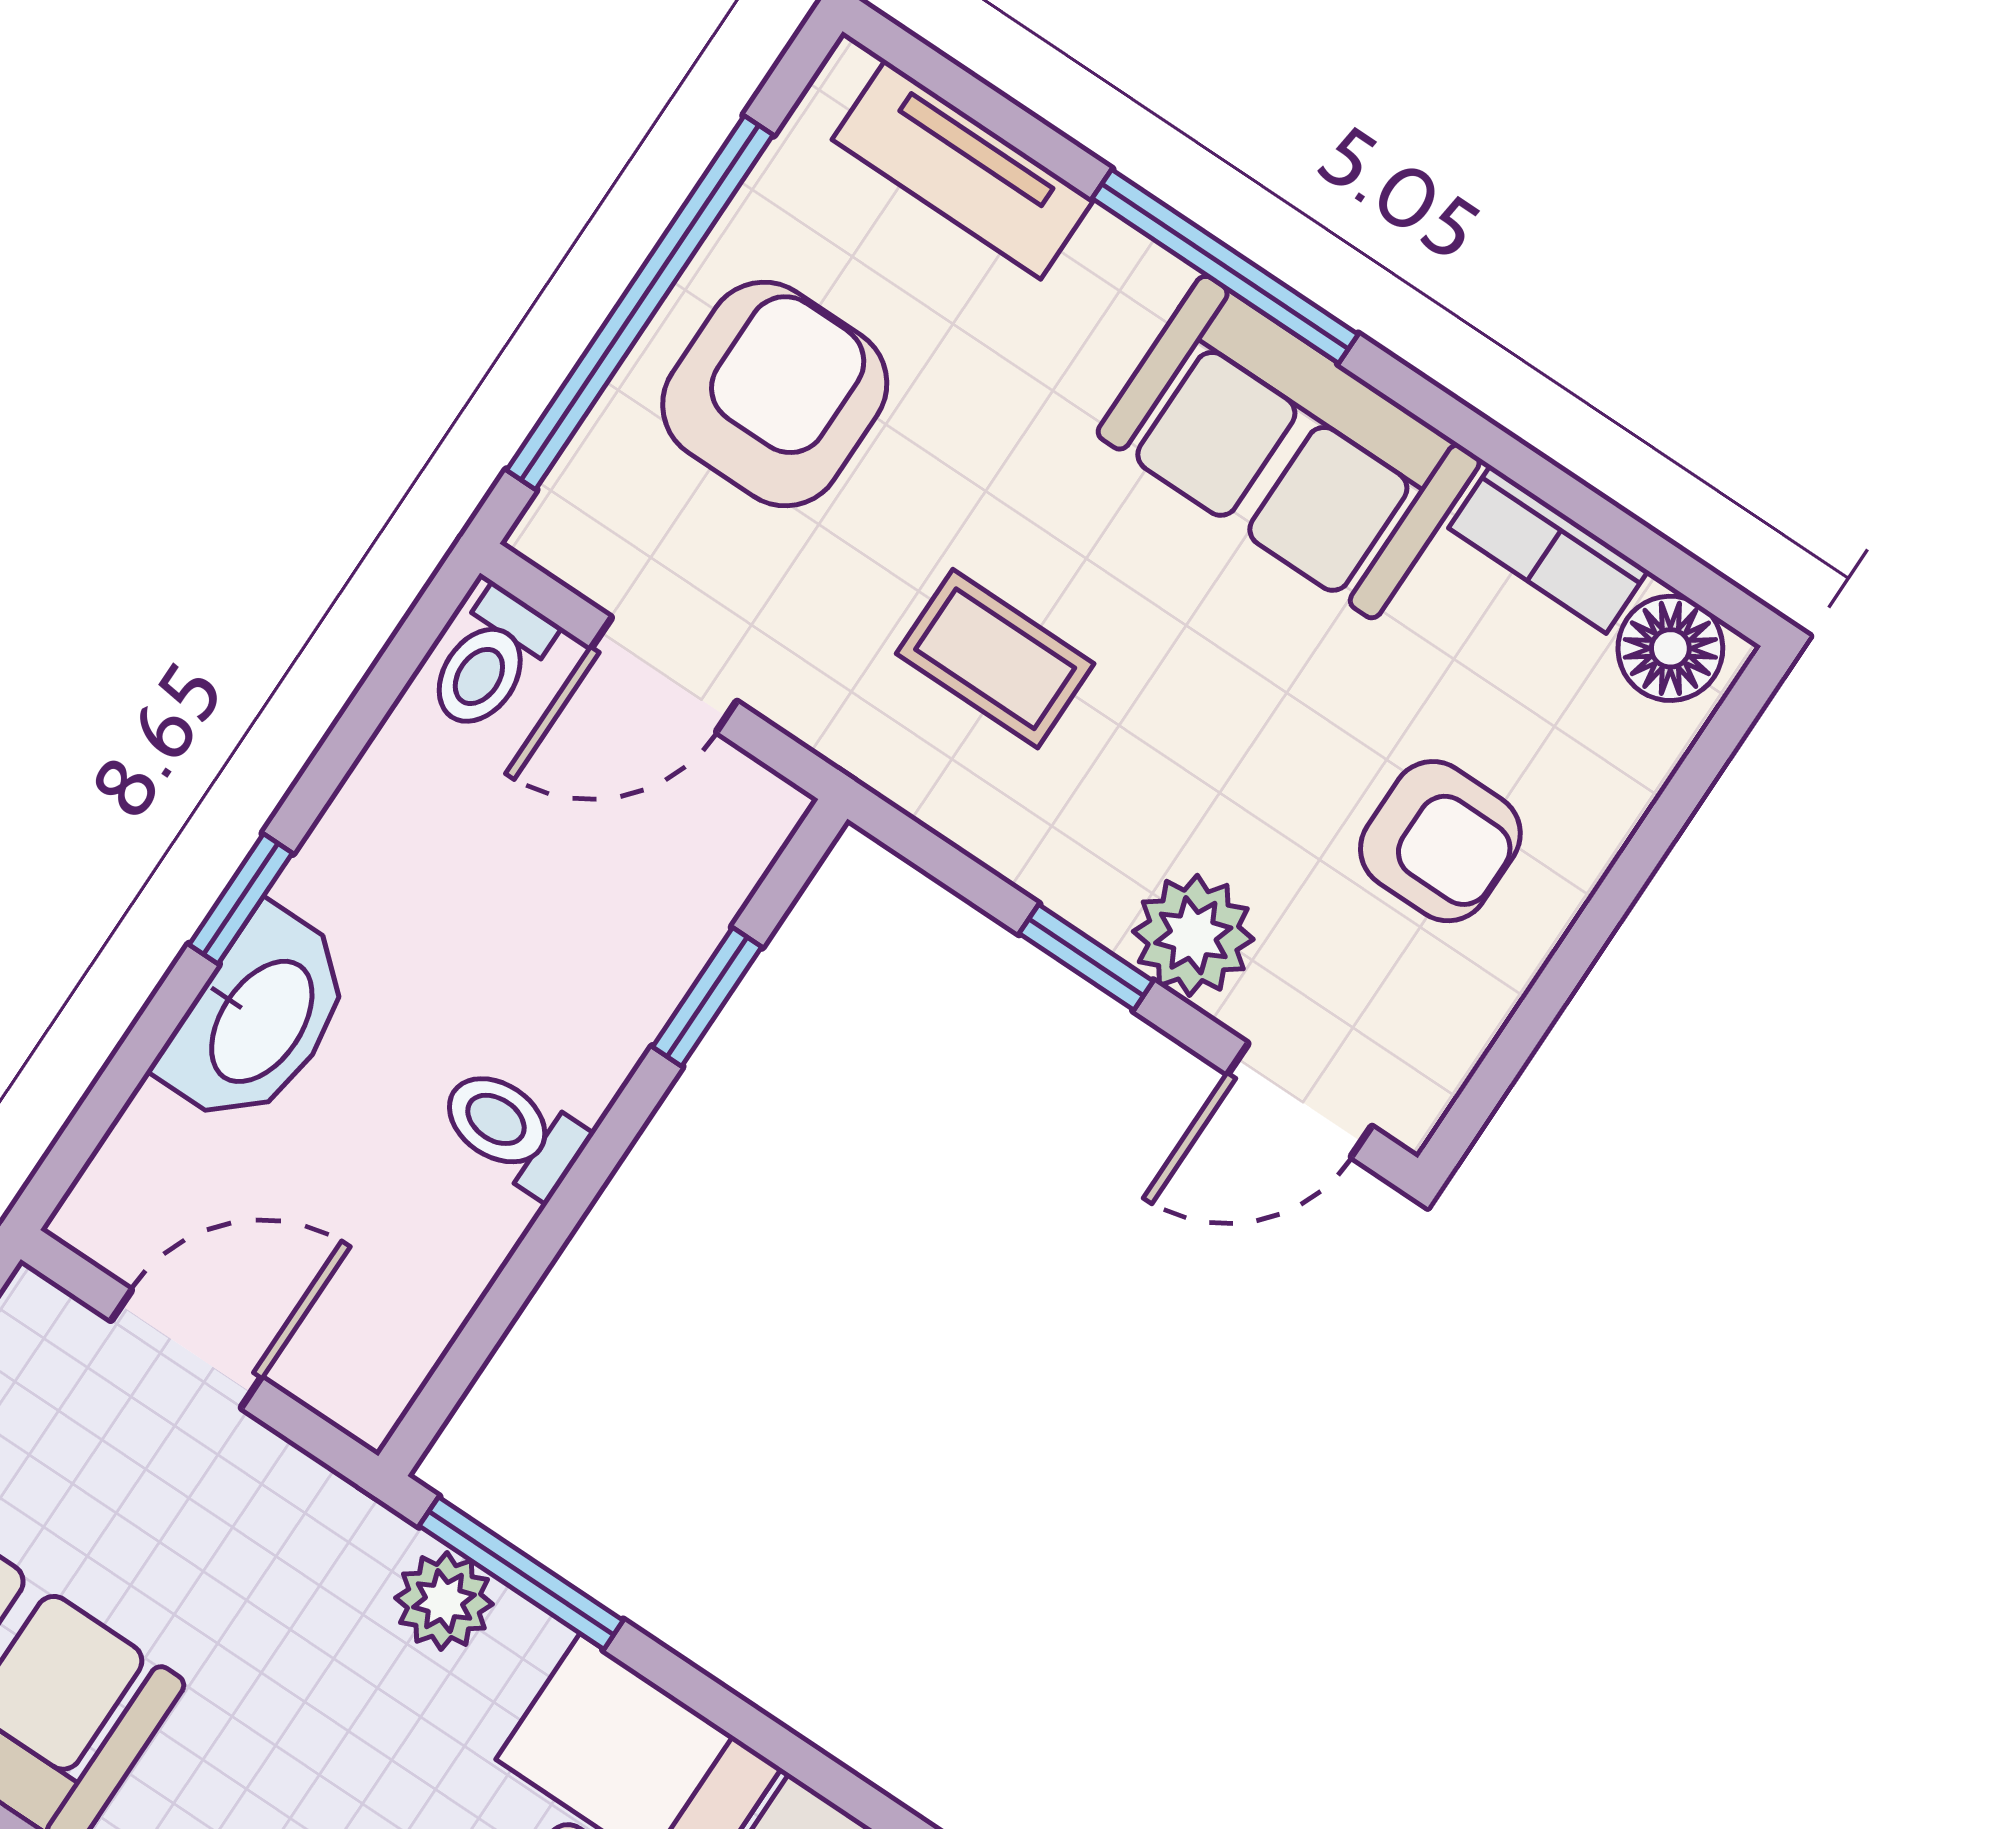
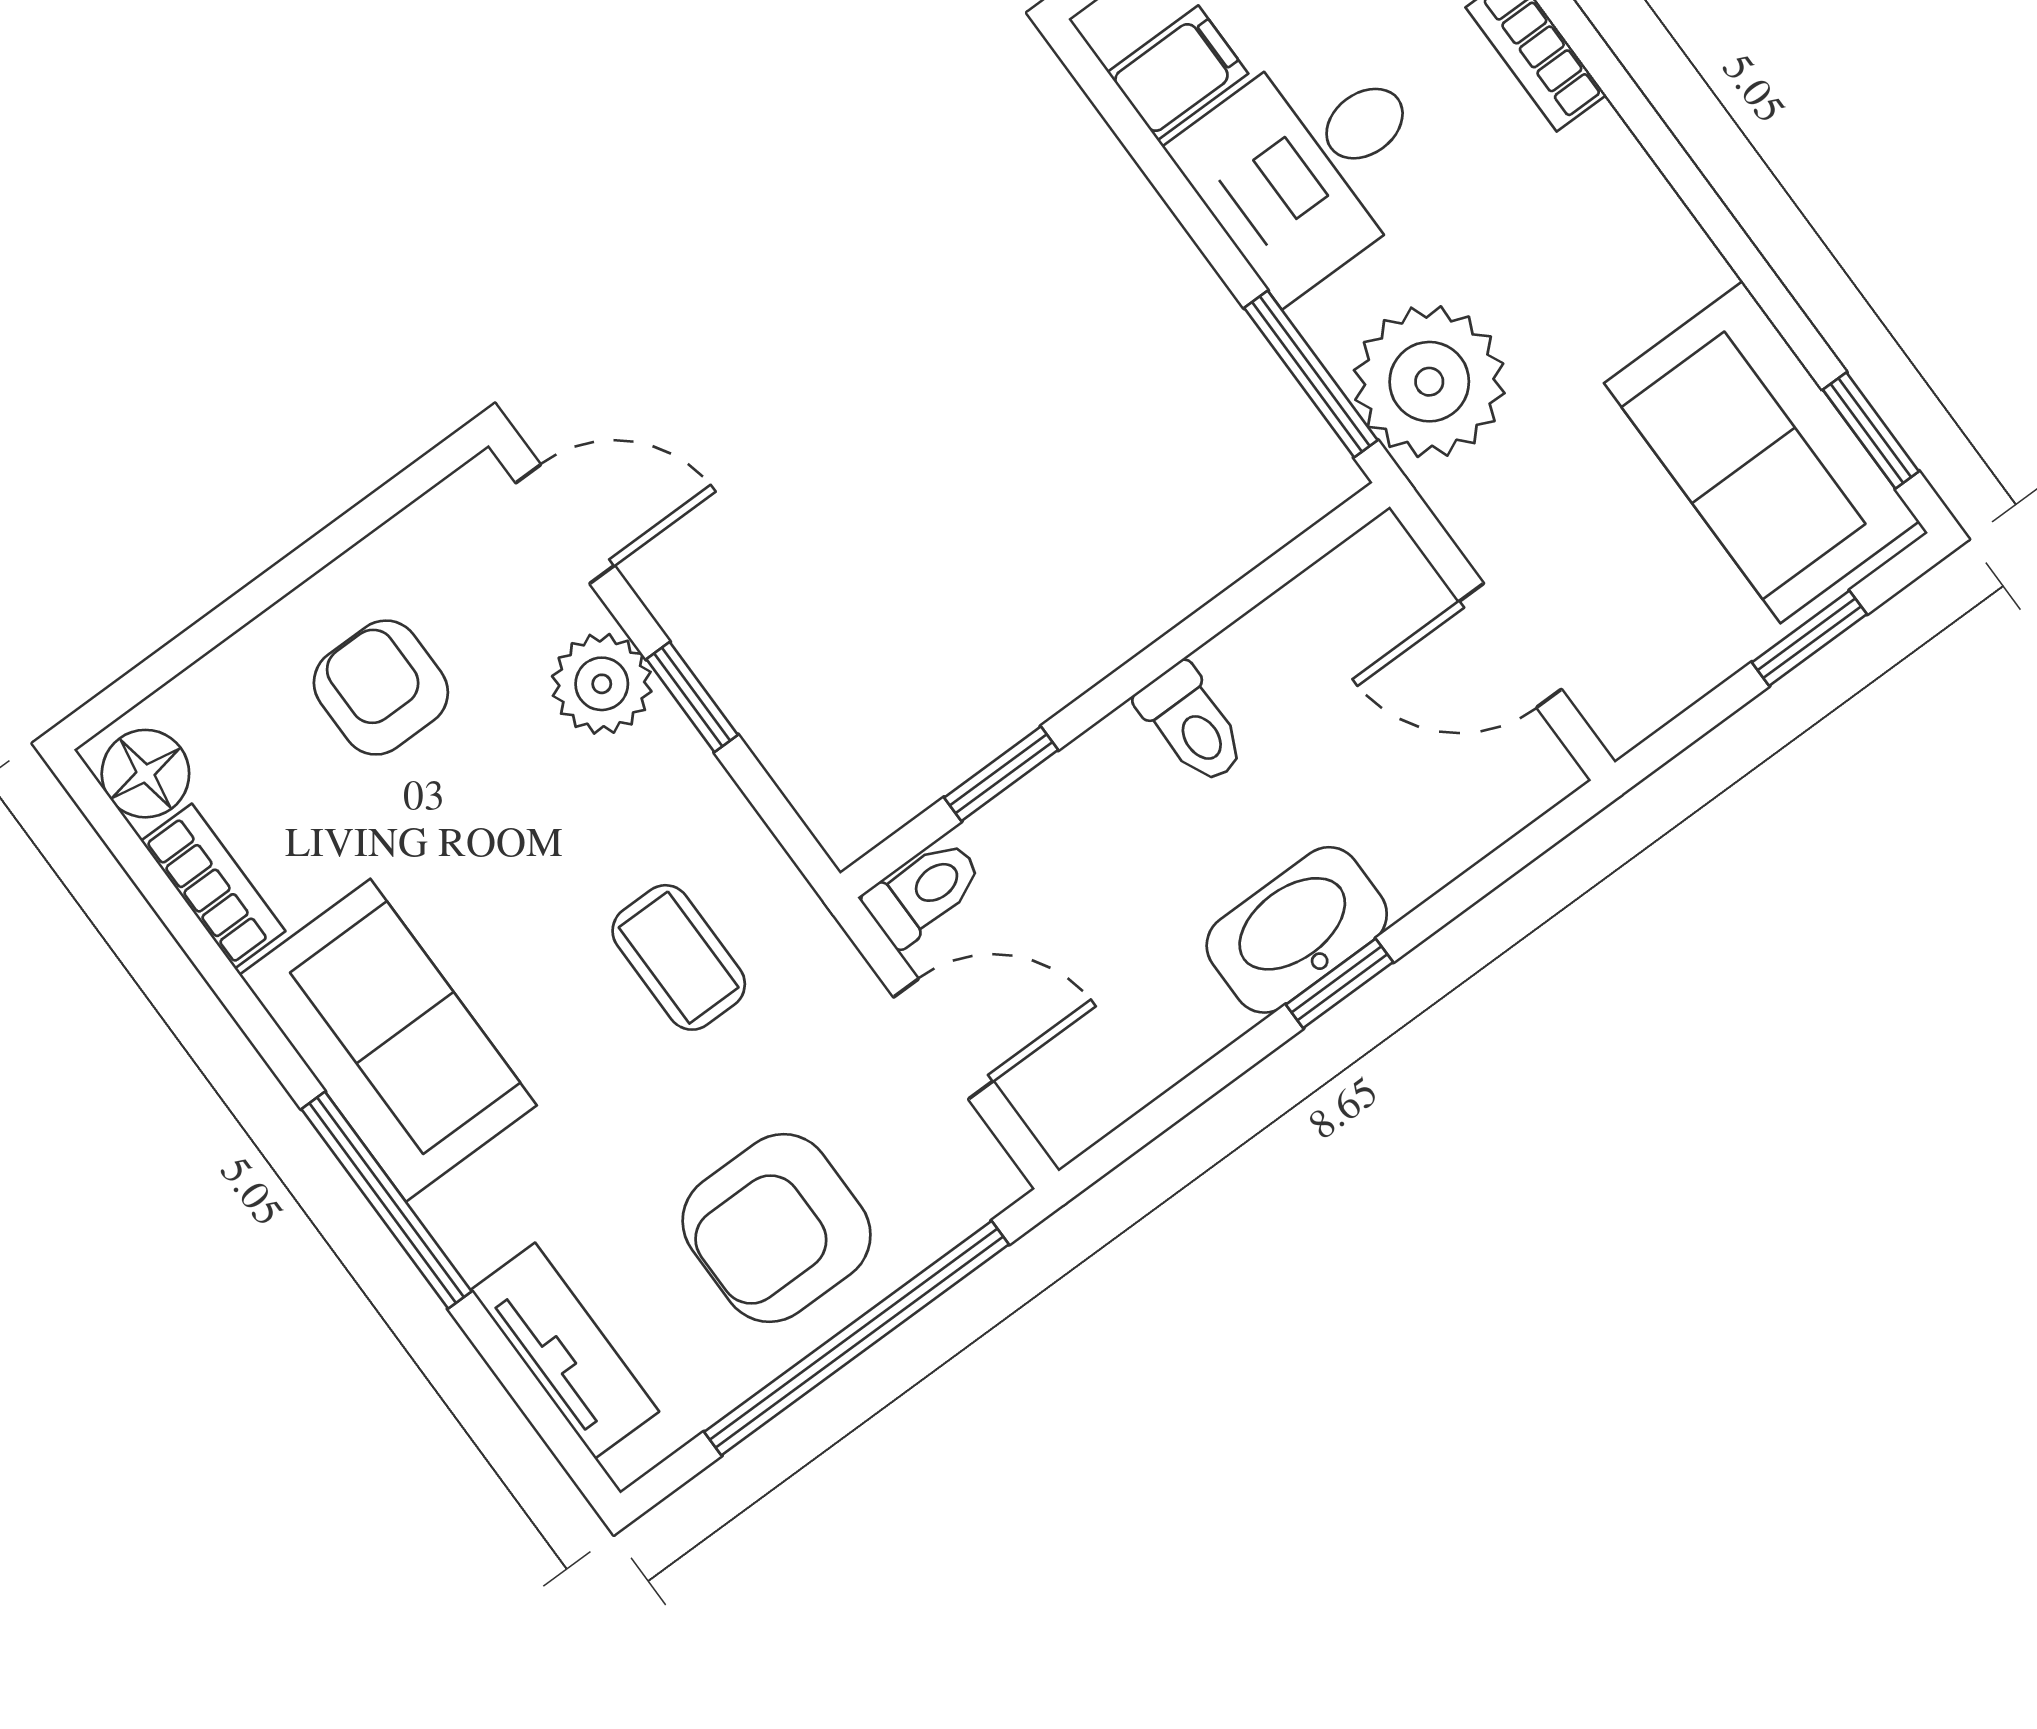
toilet: (490, 661) -> (924, 892), moved
washbasin: (259, 1019) -> (1297, 930), moved
plant: (444, 1601) -> (1429, 382), width x1.87, depth x1.87

